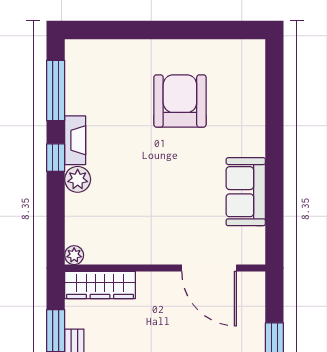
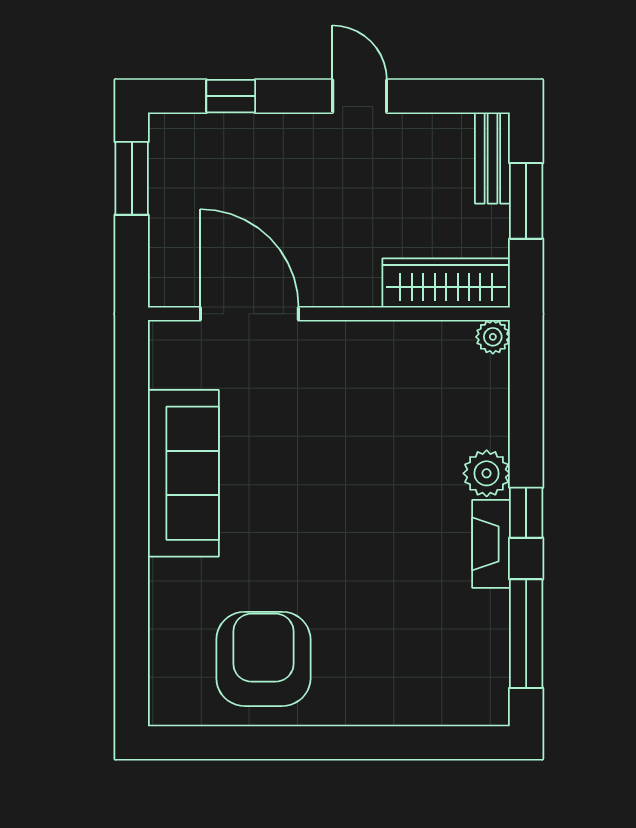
armchair: (180, 101) -> (263, 659), moved, turned 180
sofa: (246, 192) -> (183, 473), width x1.36

